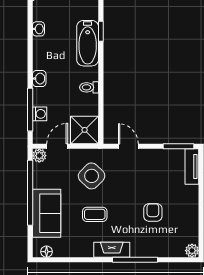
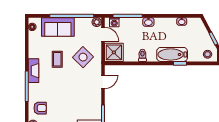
washing machine: (40, 114) -> (114, 22), moved
armchair: (153, 212) -> (40, 108), moved

